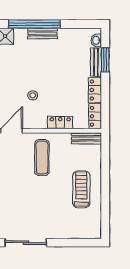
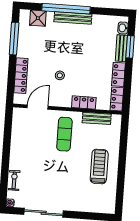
bench: (42, 33) -> (73, 18), width x1.36
bench: (86, 138) -> (97, 118), moved

